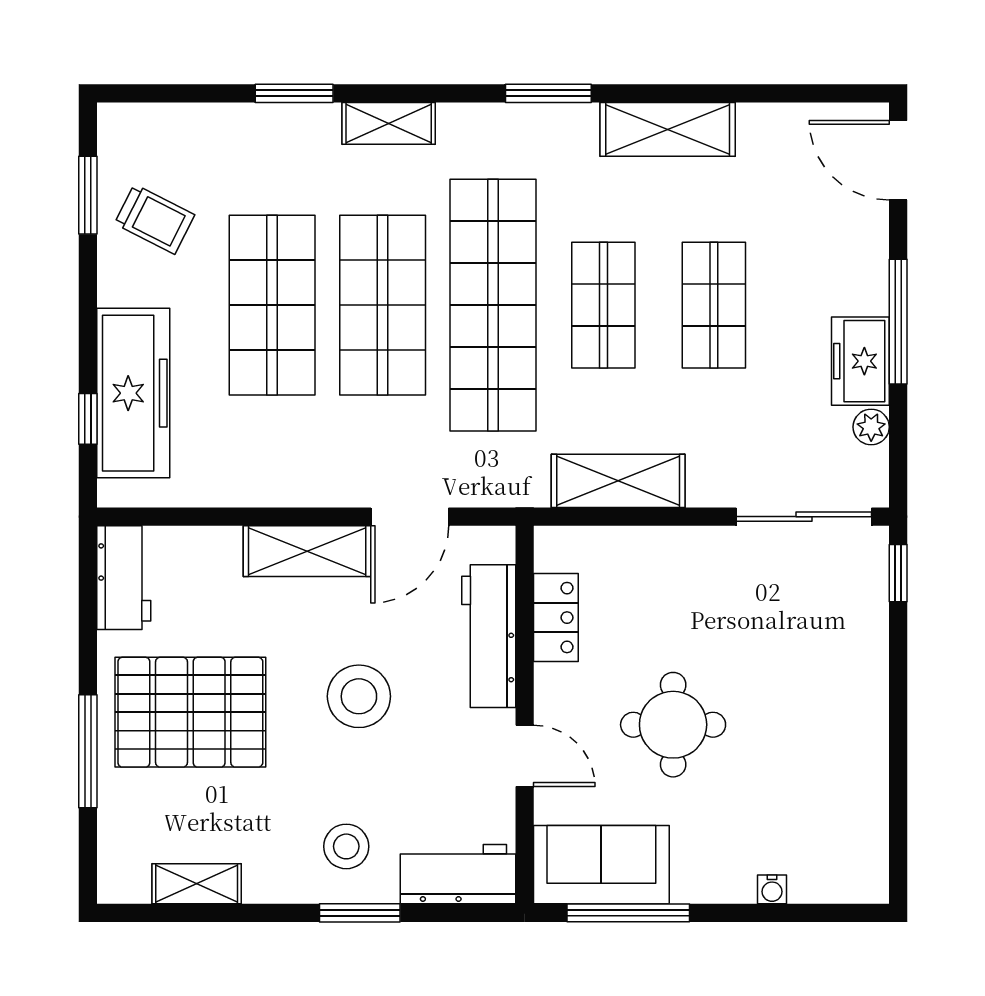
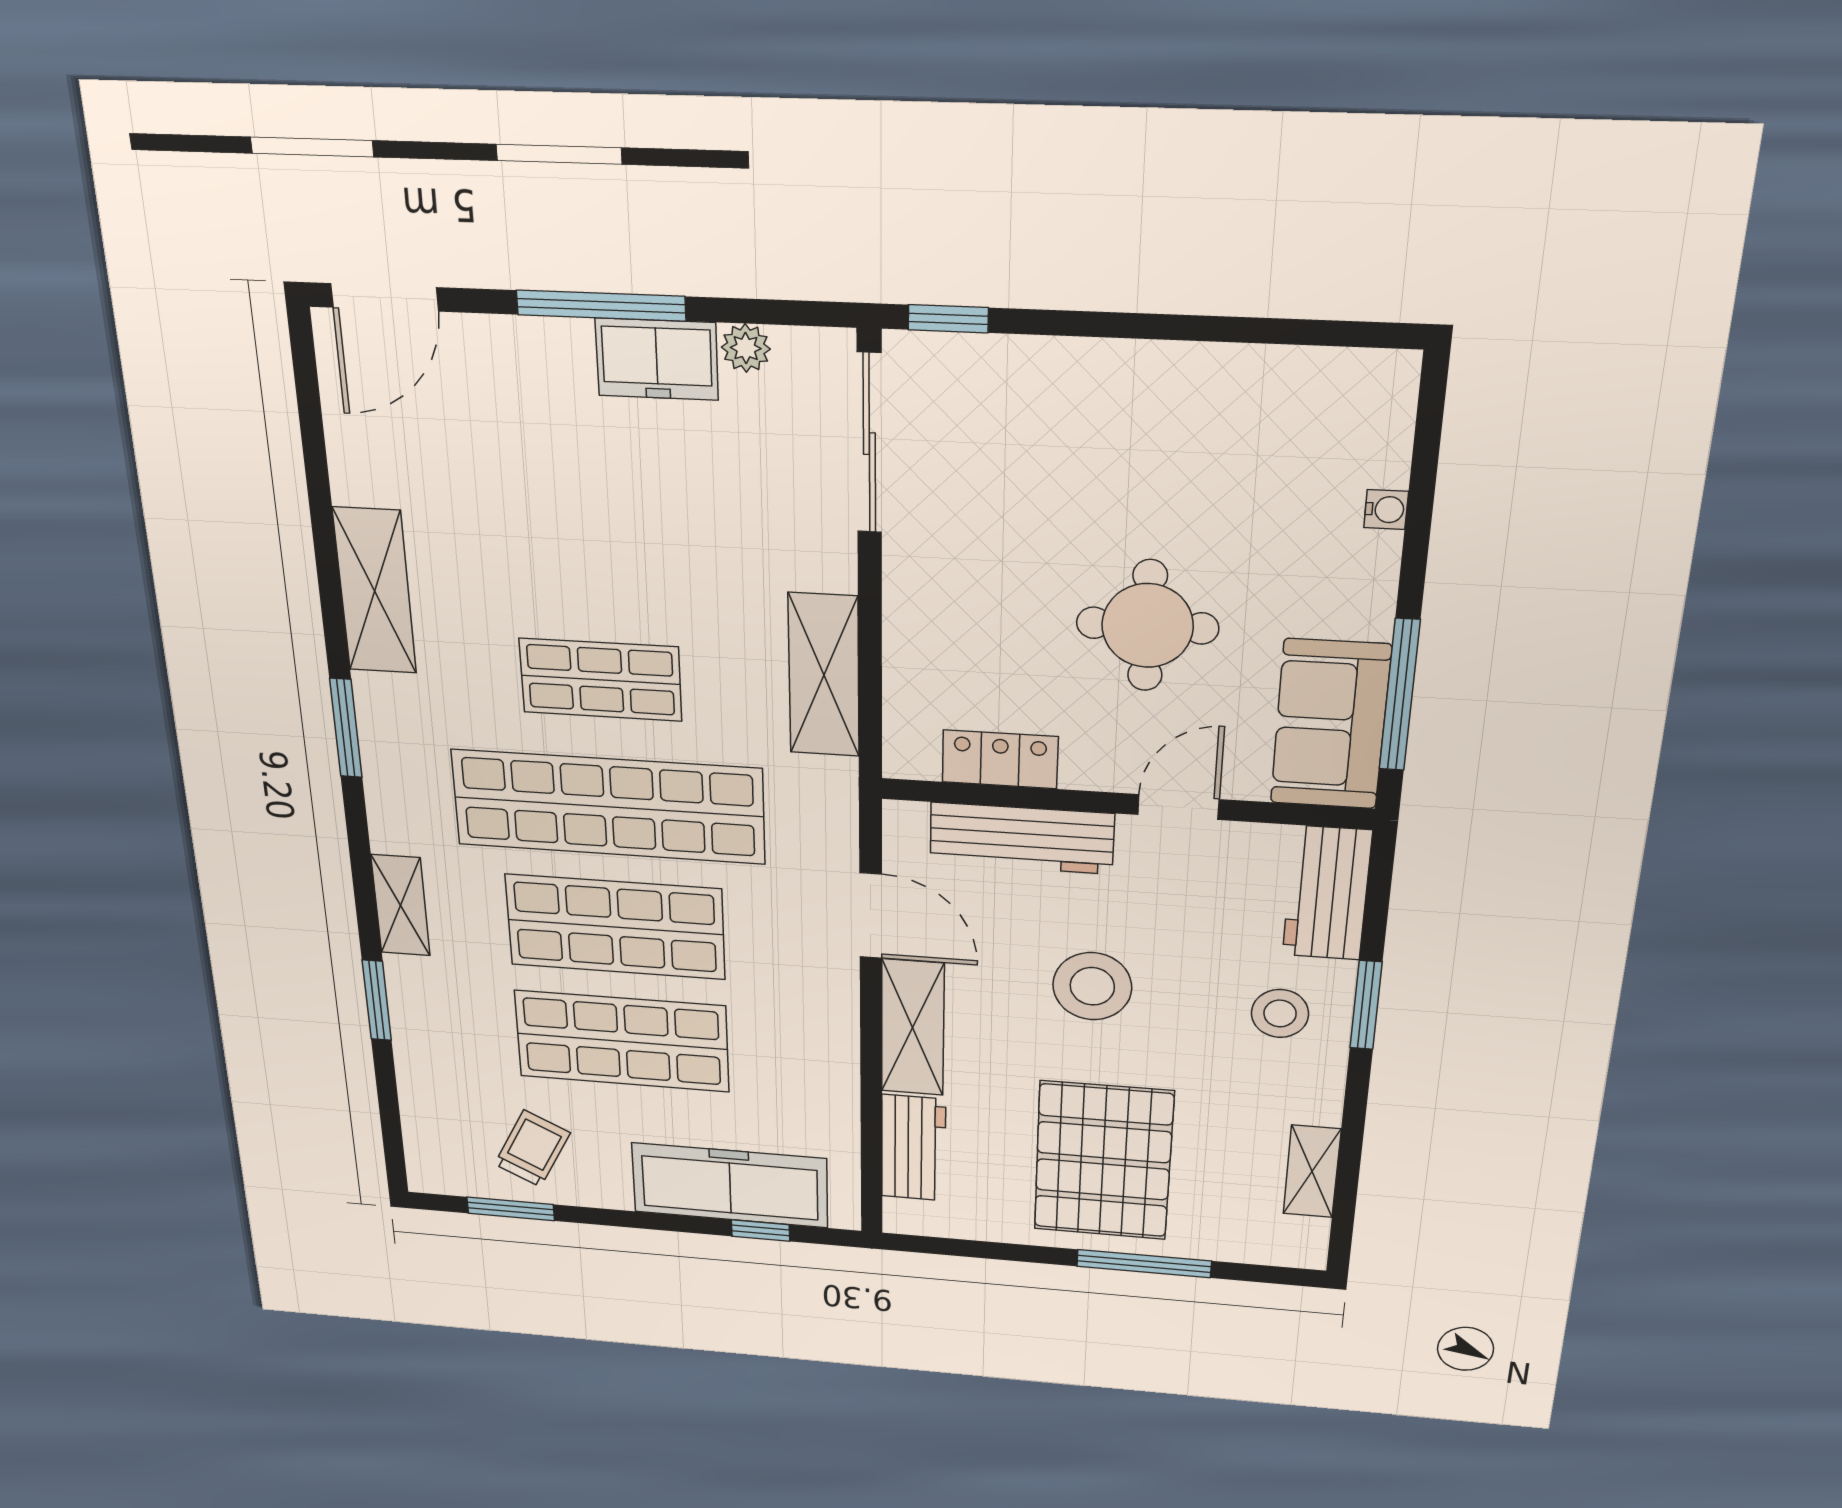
shop shelf: (714, 305) -> (593, 546), removed
workbench: (124, 578) -> (913, 1148), moved, turned 90

